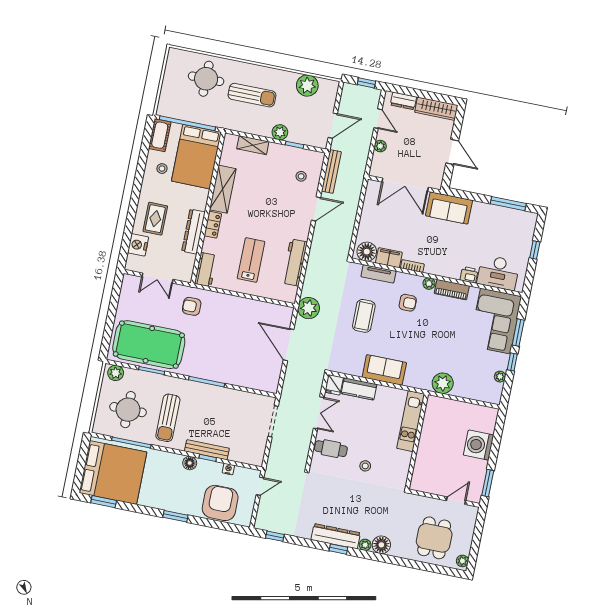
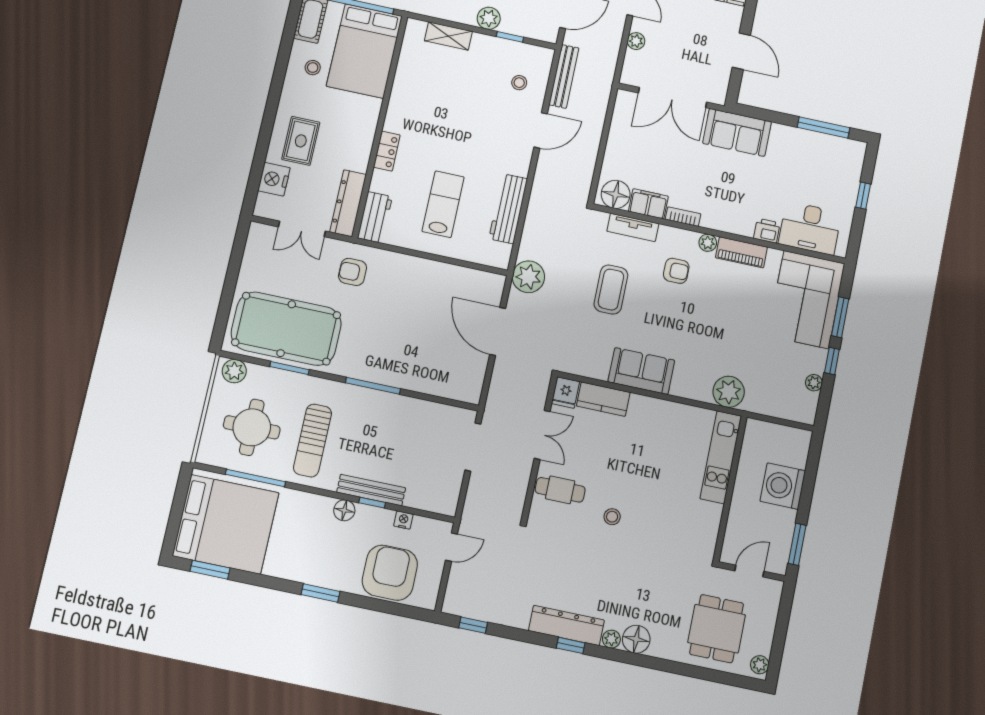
shelving: (223, 189) -> (403, 99), removed
dresser: (193, 232) -> (348, 203), moved
kitchen unit: (411, 421) -> (721, 457), moved
wall: (417, 442) -> (730, 488), moved

